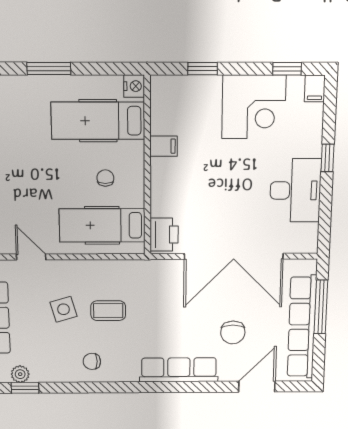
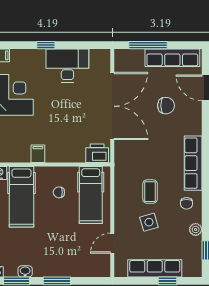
row of seats: (302, 327) -> (172, 58), width x0.73
row of seats: (179, 370) -> (193, 163), moved
plant: (20, 374) -> (196, 229), moved

